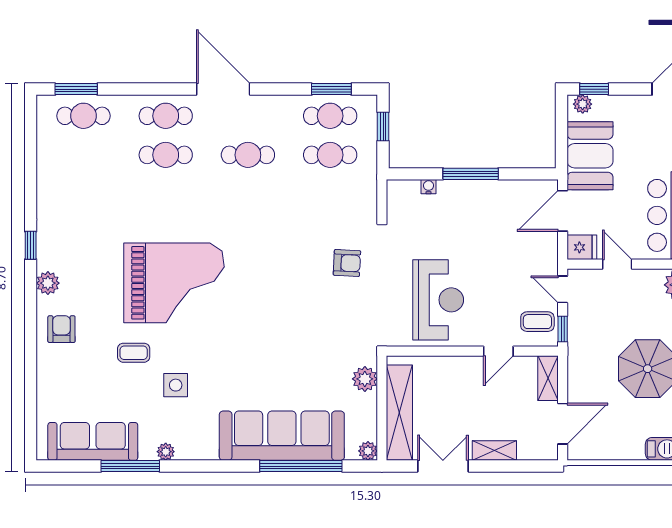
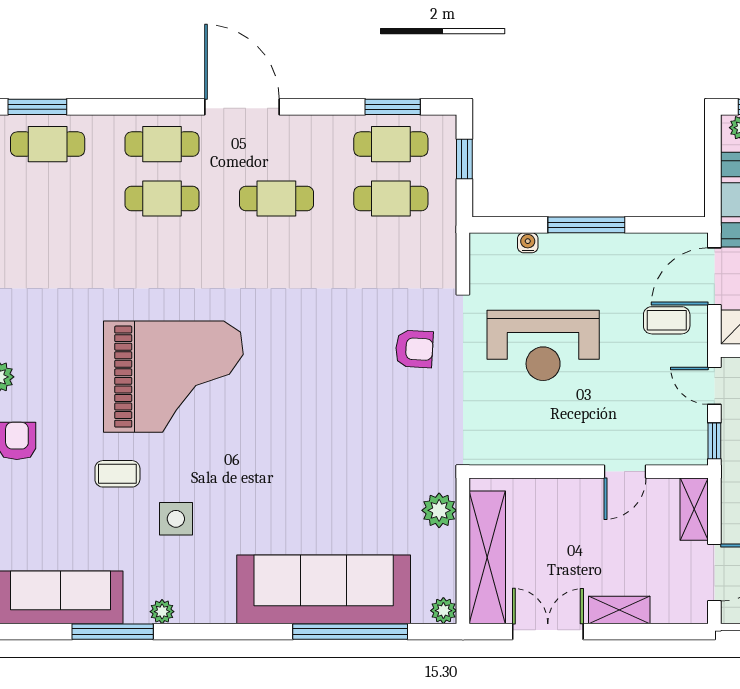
reception desk: (438, 300) -> (543, 345), moved, turned 90
coffee table: (537, 322) -> (667, 320), moved

